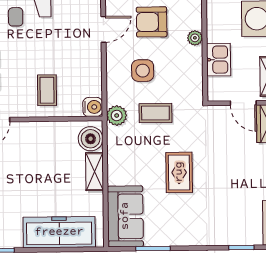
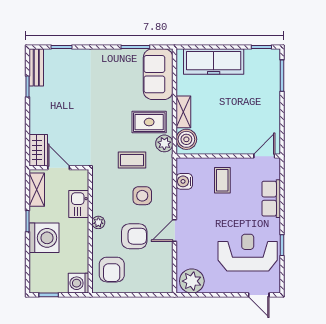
water cooler: (93, 107) -> (184, 181), moved
plant: (117, 115) -> (164, 143), moved
rug: (179, 172) -> (149, 122), moved, turned 90

